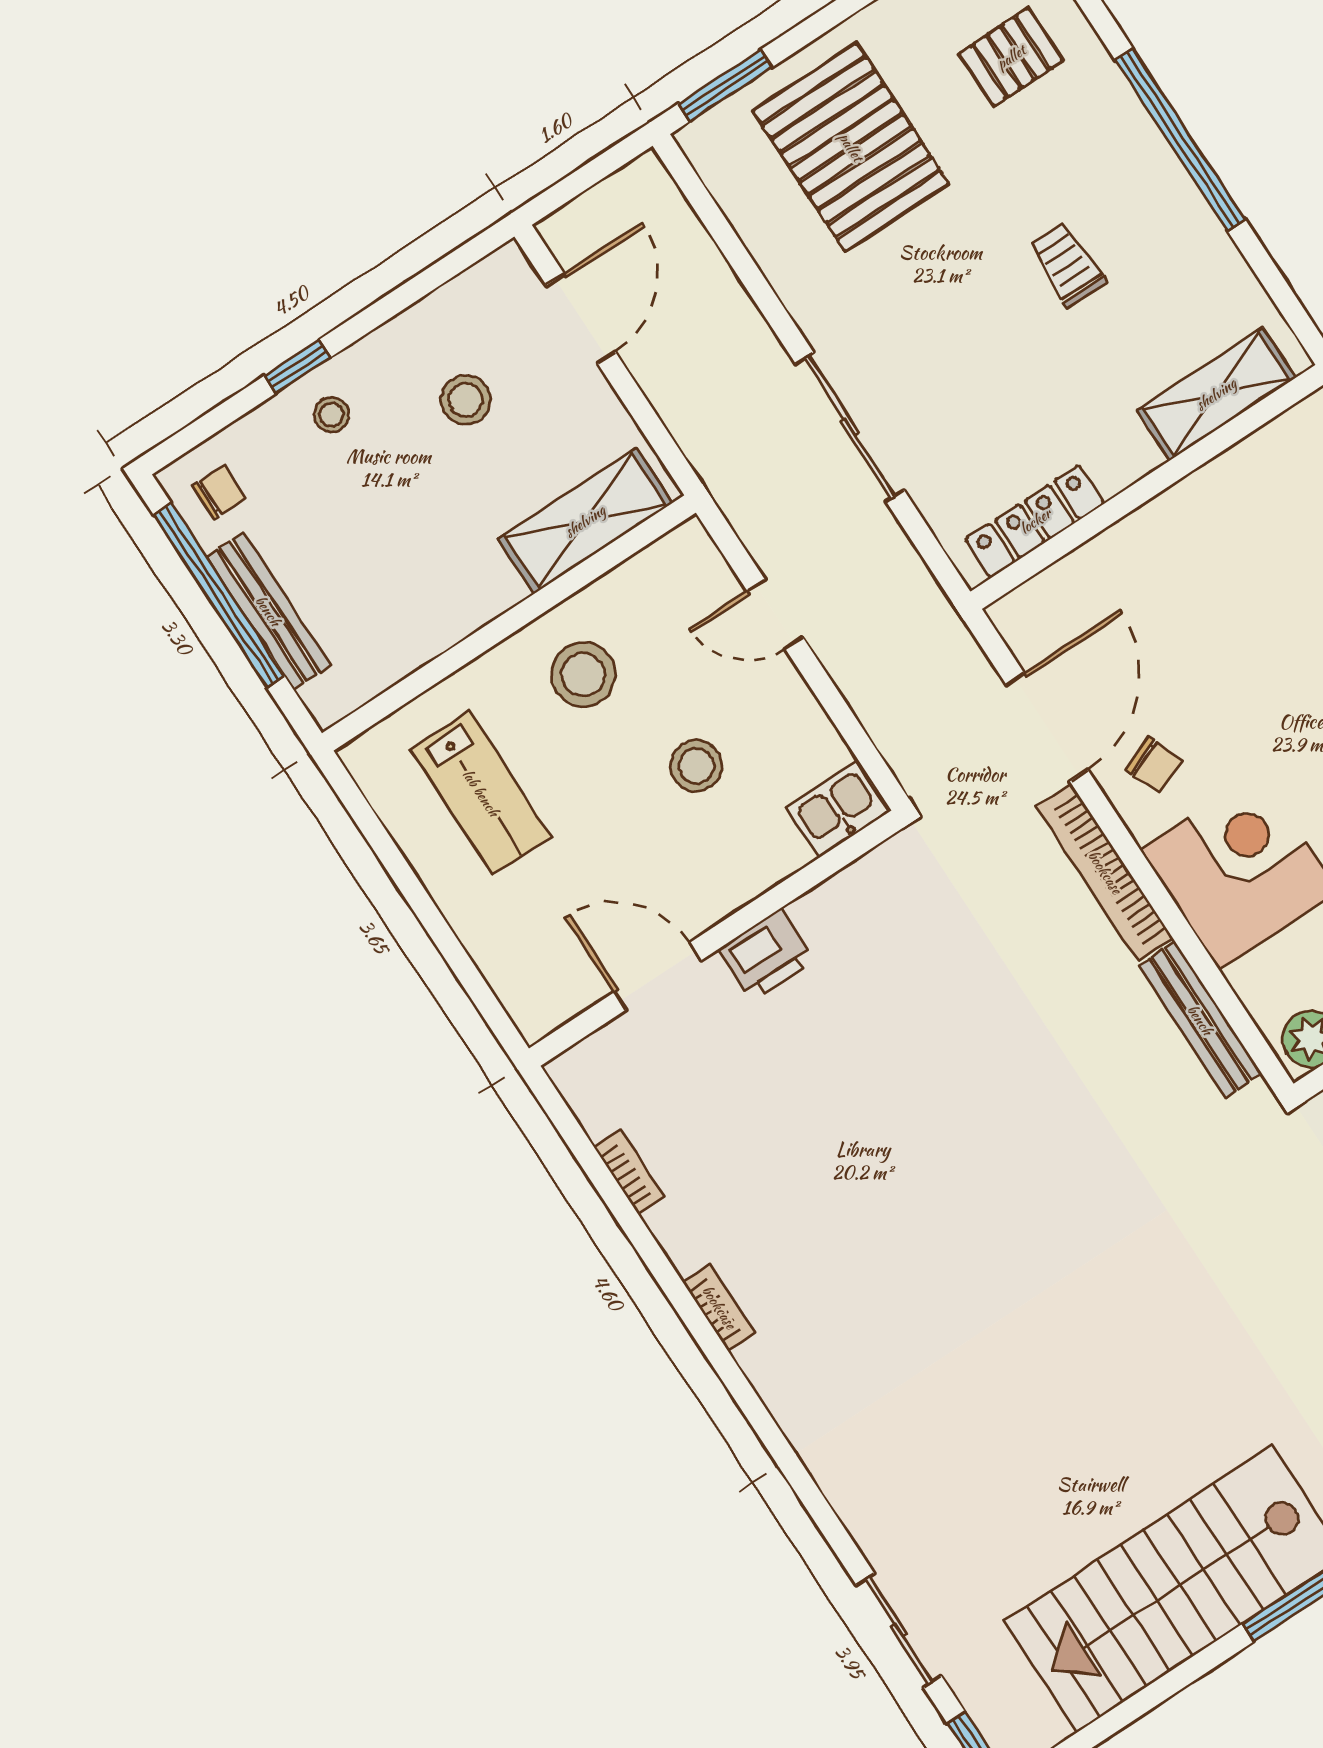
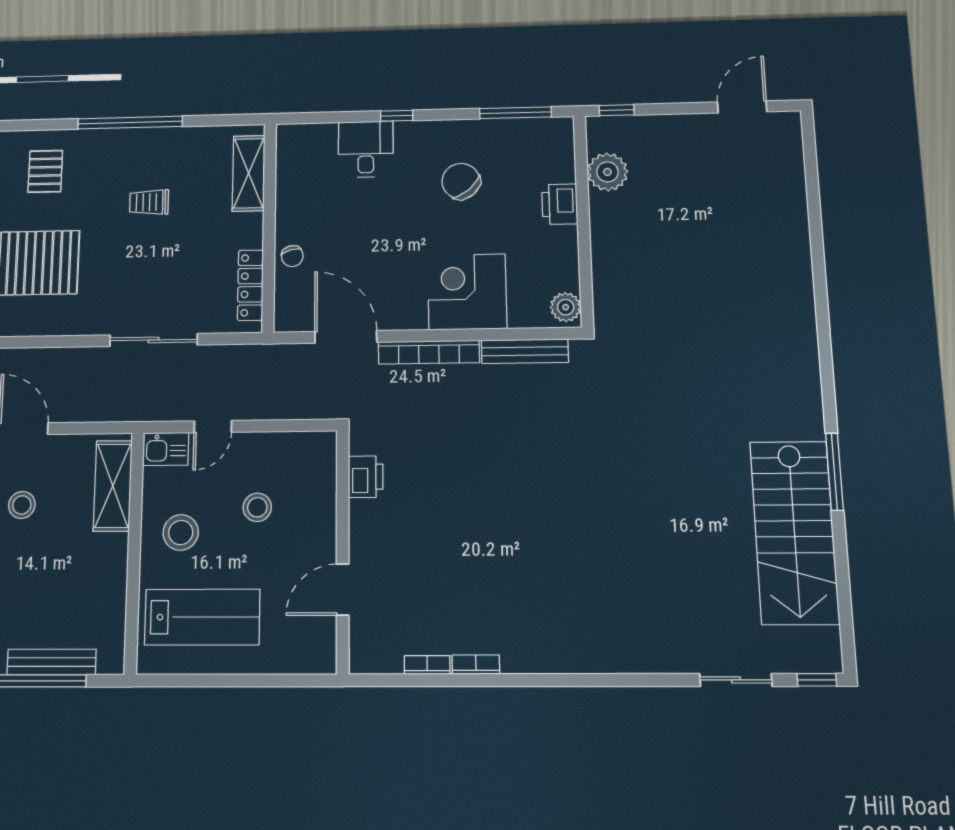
chair: (1154, 765) -> (292, 256), moved, turned 96
lab bench: (481, 793) -> (202, 617), width x1.36, depth x1.39
kitchen sink: (838, 810) -> (166, 449), moved, turned -90
printer: (766, 954) -> (366, 477), moved
bookcase: (719, 1307) -> (476, 665), moved

